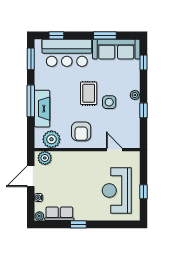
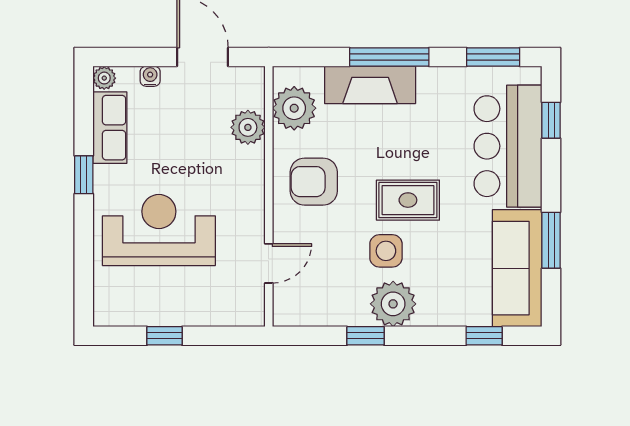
plant: (135, 95) -> (393, 304), width x1.88, depth x1.88
plant: (45, 158) -> (248, 127), moved
reception desk: (117, 190) -> (159, 230), moved

